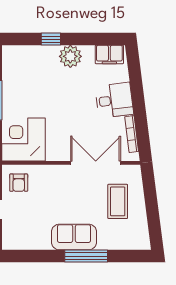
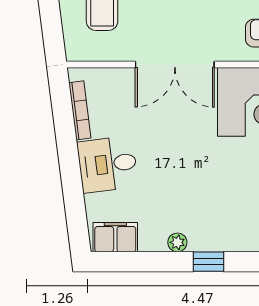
plant: (70, 56) -> (177, 242), width x0.53, depth x0.53
double door: (96, 163) -> (175, 65), moved

